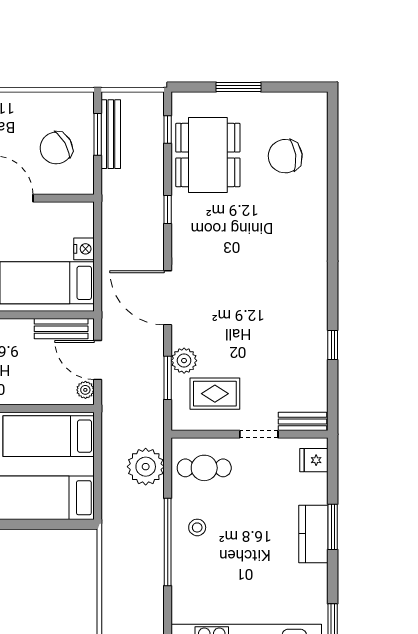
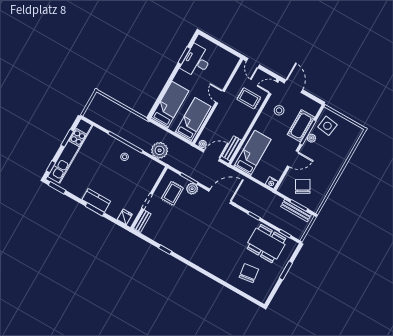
nightstand: (84, 249) -> (272, 183), moved
cafe table: (204, 468) -> (146, 173), removed

